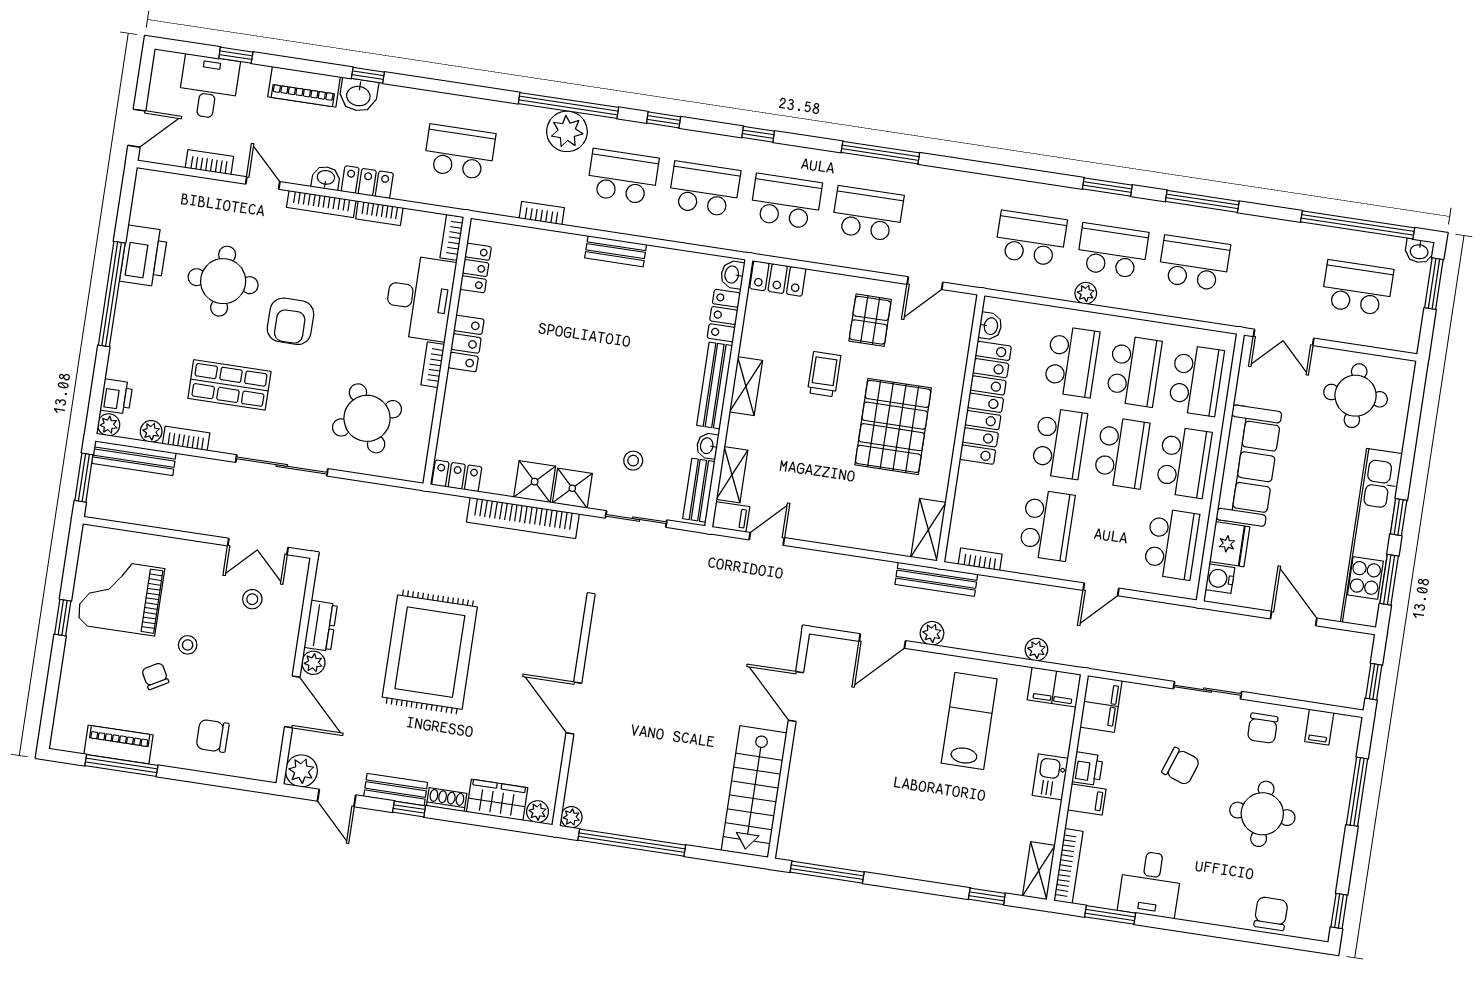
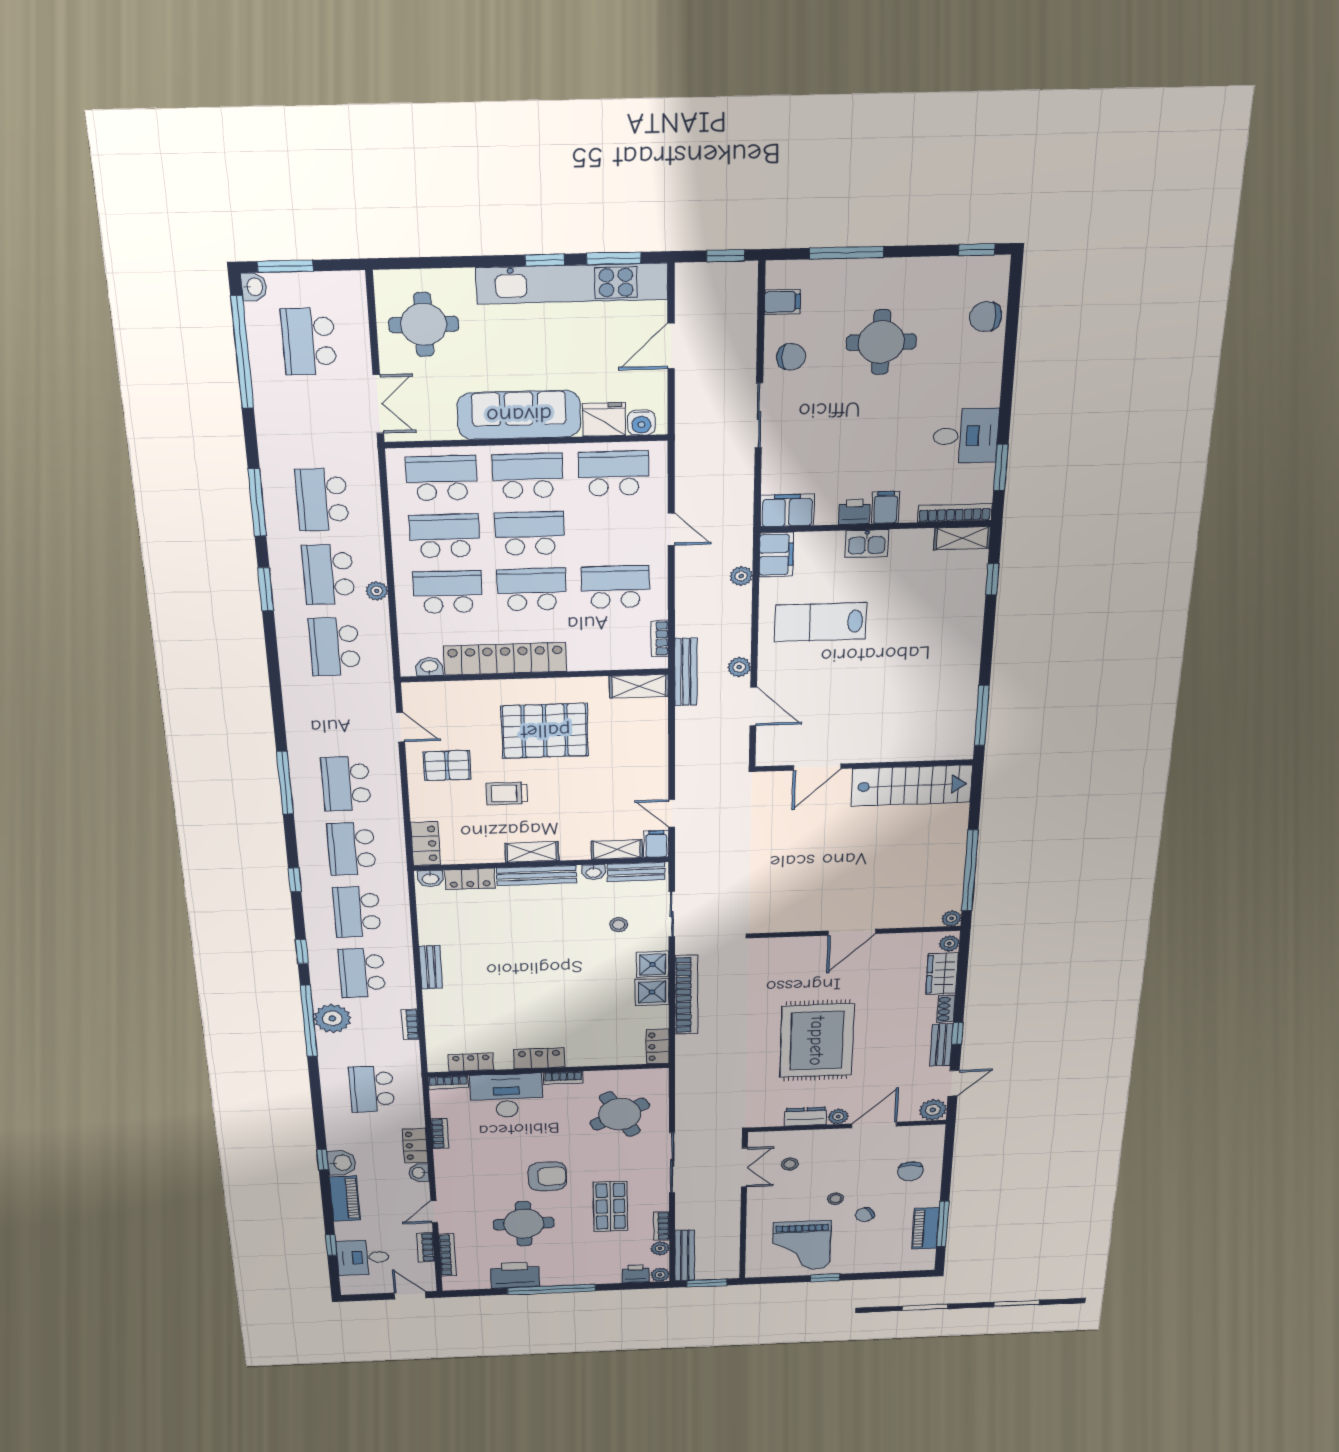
bookcase: (321, 204) -> (447, 1255), moved
rug: (430, 652) -> (817, 1041), turned 90
chair: (1181, 766) -> (841, 427), removed

